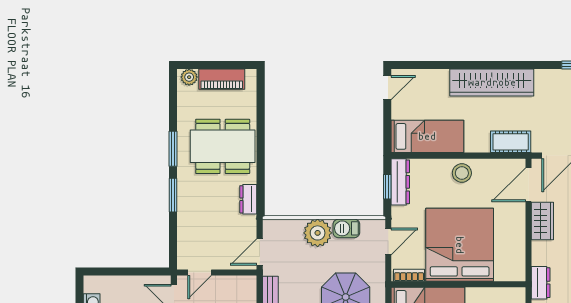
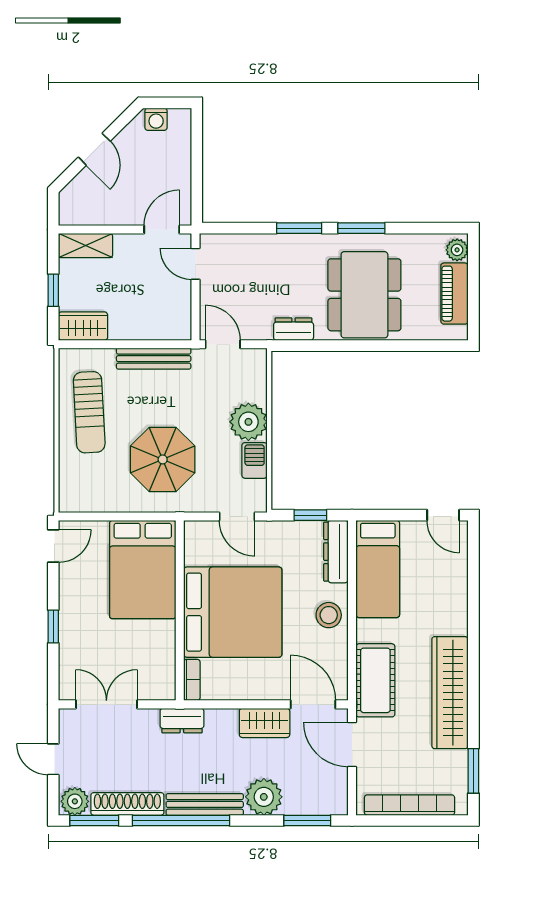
wardrobe: (492, 82) -> (450, 693), moved
cot: (511, 142) -> (375, 680), width x1.37, depth x1.34
dresser: (400, 182) -> (336, 552), moved, turned 90
bookcase: (409, 275) -> (192, 680), moved

